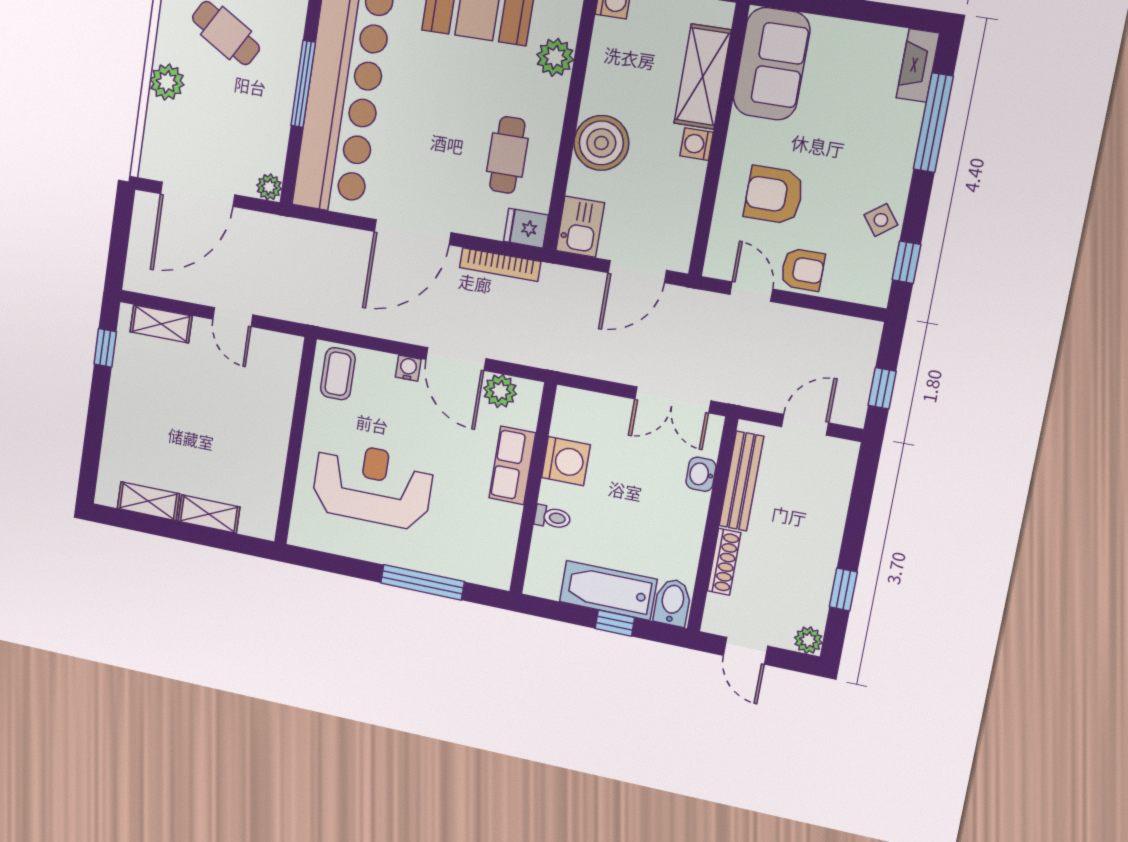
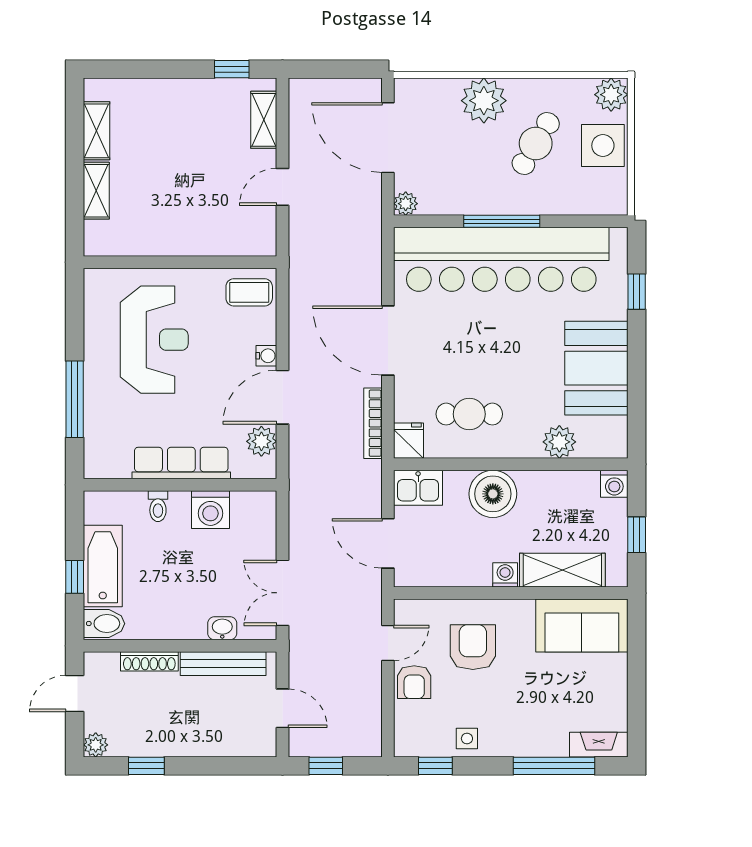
plant: (167, 82) -> (484, 101), width x1.36, depth x1.36
side table: (881, 220) -> (467, 739), turned 37
row of seats: (512, 465) -> (181, 463), width x1.48

